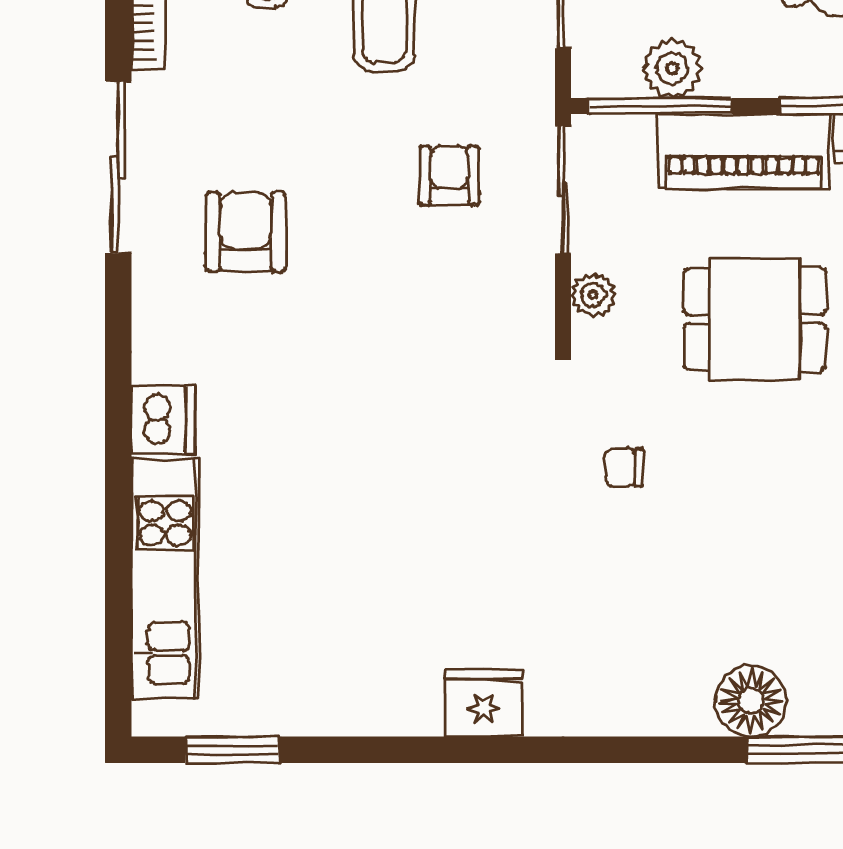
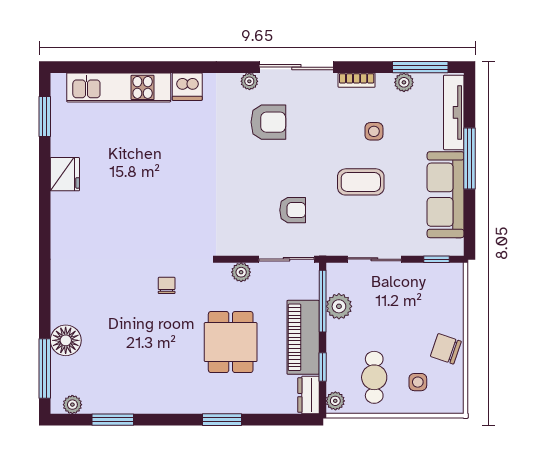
plant: (151, 276) -> (249, 81), added
fridge: (484, 703) -> (65, 174), moved

